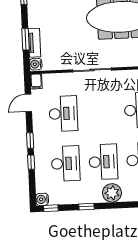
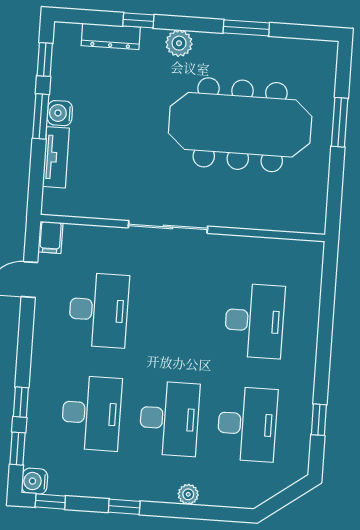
window: (26, 39) -> (41, 116), moved
water cooler: (36, 64) -> (60, 113), moved
window: (30, 141) -> (18, 449), moved
plant: (112, 193) -> (188, 494), width x0.53, depth x0.53

